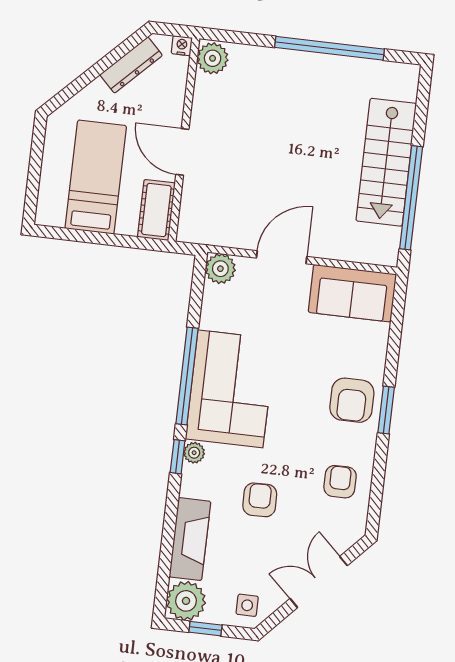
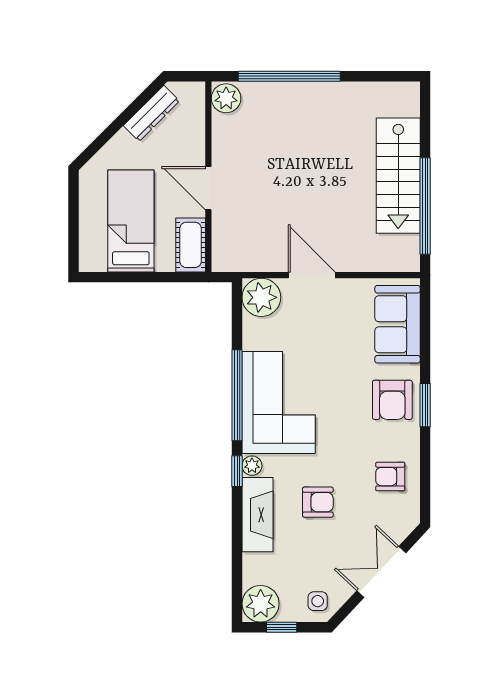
nightstand: (182, 46) -> (196, 90), removed
window: (329, 48) -> (289, 76), moved
door: (282, 257) -> (312, 275), hinge flipped
plant: (220, 269) -> (261, 297), width x1.36, depth x1.36
sofa: (352, 293) -> (397, 324), moved, turned 90
armchair: (340, 482) -> (390, 477), turned -90
armchair: (260, 500) -> (318, 502), turned 91
fireplace: (190, 539) -> (257, 515), moved

